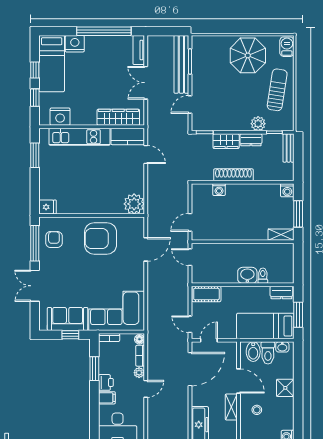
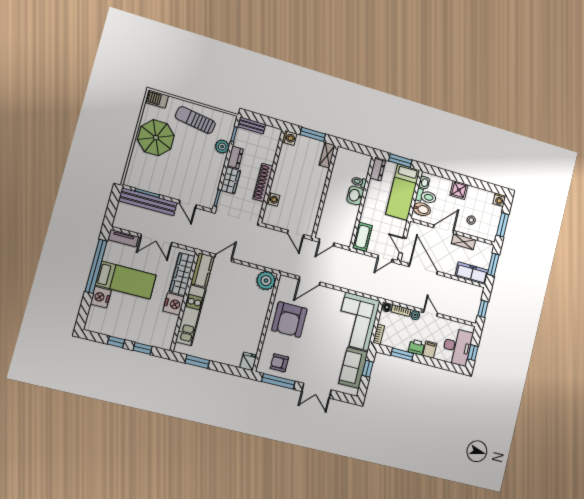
bed: (52, 64) -> (126, 280), moved
nightstand: (60, 117) -> (174, 304), moved
door: (146, 249) -> (310, 281), swing flipped

